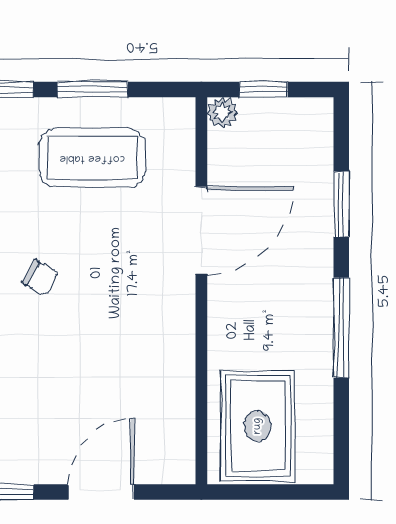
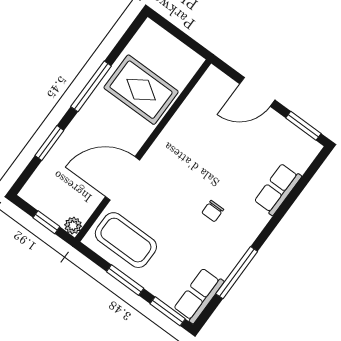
coffee table: (92, 158) -> (126, 240), moved
chair: (40, 278) -> (213, 211), turned -120
rug: (258, 426) -> (141, 90), moved, turned 90

